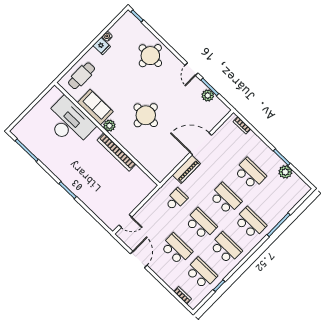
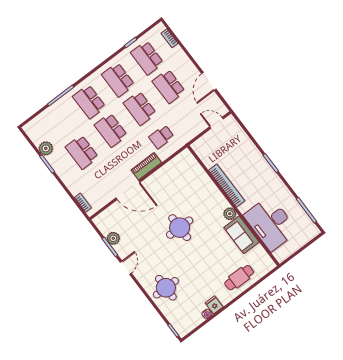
sofa: (95, 107) -> (241, 235), moved
desk: (69, 122) -> (271, 223), moved
plant: (109, 126) -> (230, 214), moved
wall: (107, 134) -> (233, 206), moved
bookcase: (117, 152) -> (227, 186), moved

